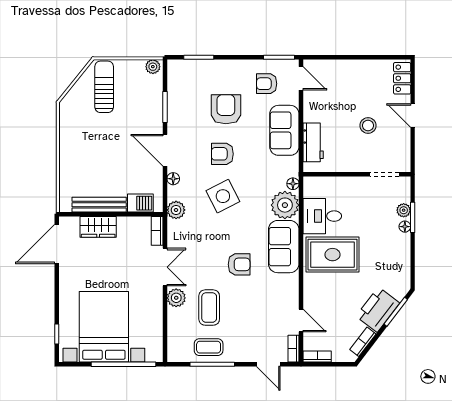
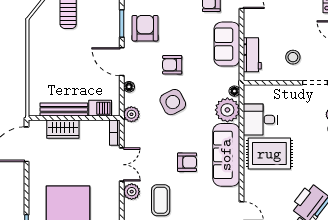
armchair: (226, 109) -> (145, 28), moved
stool: (368, 126) -> (293, 57), moved
sofa: (284, 247) -> (226, 155), width x1.36

